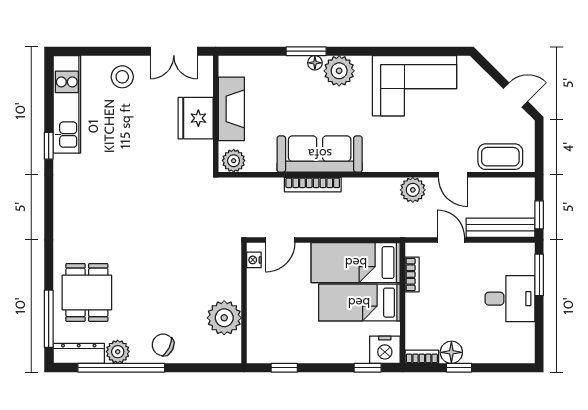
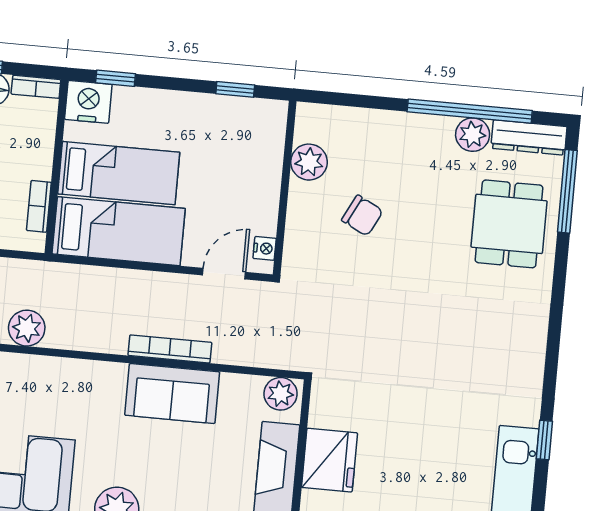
sofa: (320, 154) -> (172, 394), width x0.73
plant: (224, 318) -> (309, 162), width x0.73, depth x0.73
chair: (163, 345) -> (362, 216), moved

